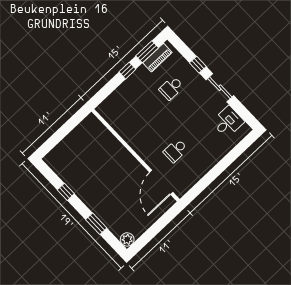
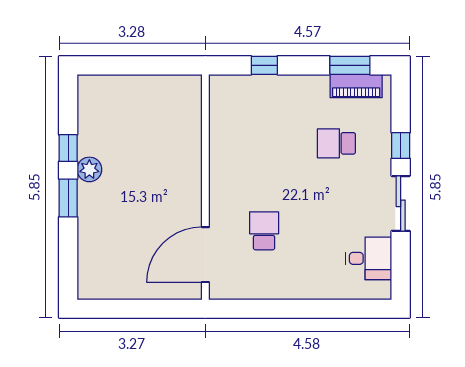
window: (127, 71) -> (264, 65), moved
school desk: (176, 151) -> (264, 231), turned 90
window: (96, 224) -> (68, 198), moved
plant: (127, 239) -> (89, 169), moved

